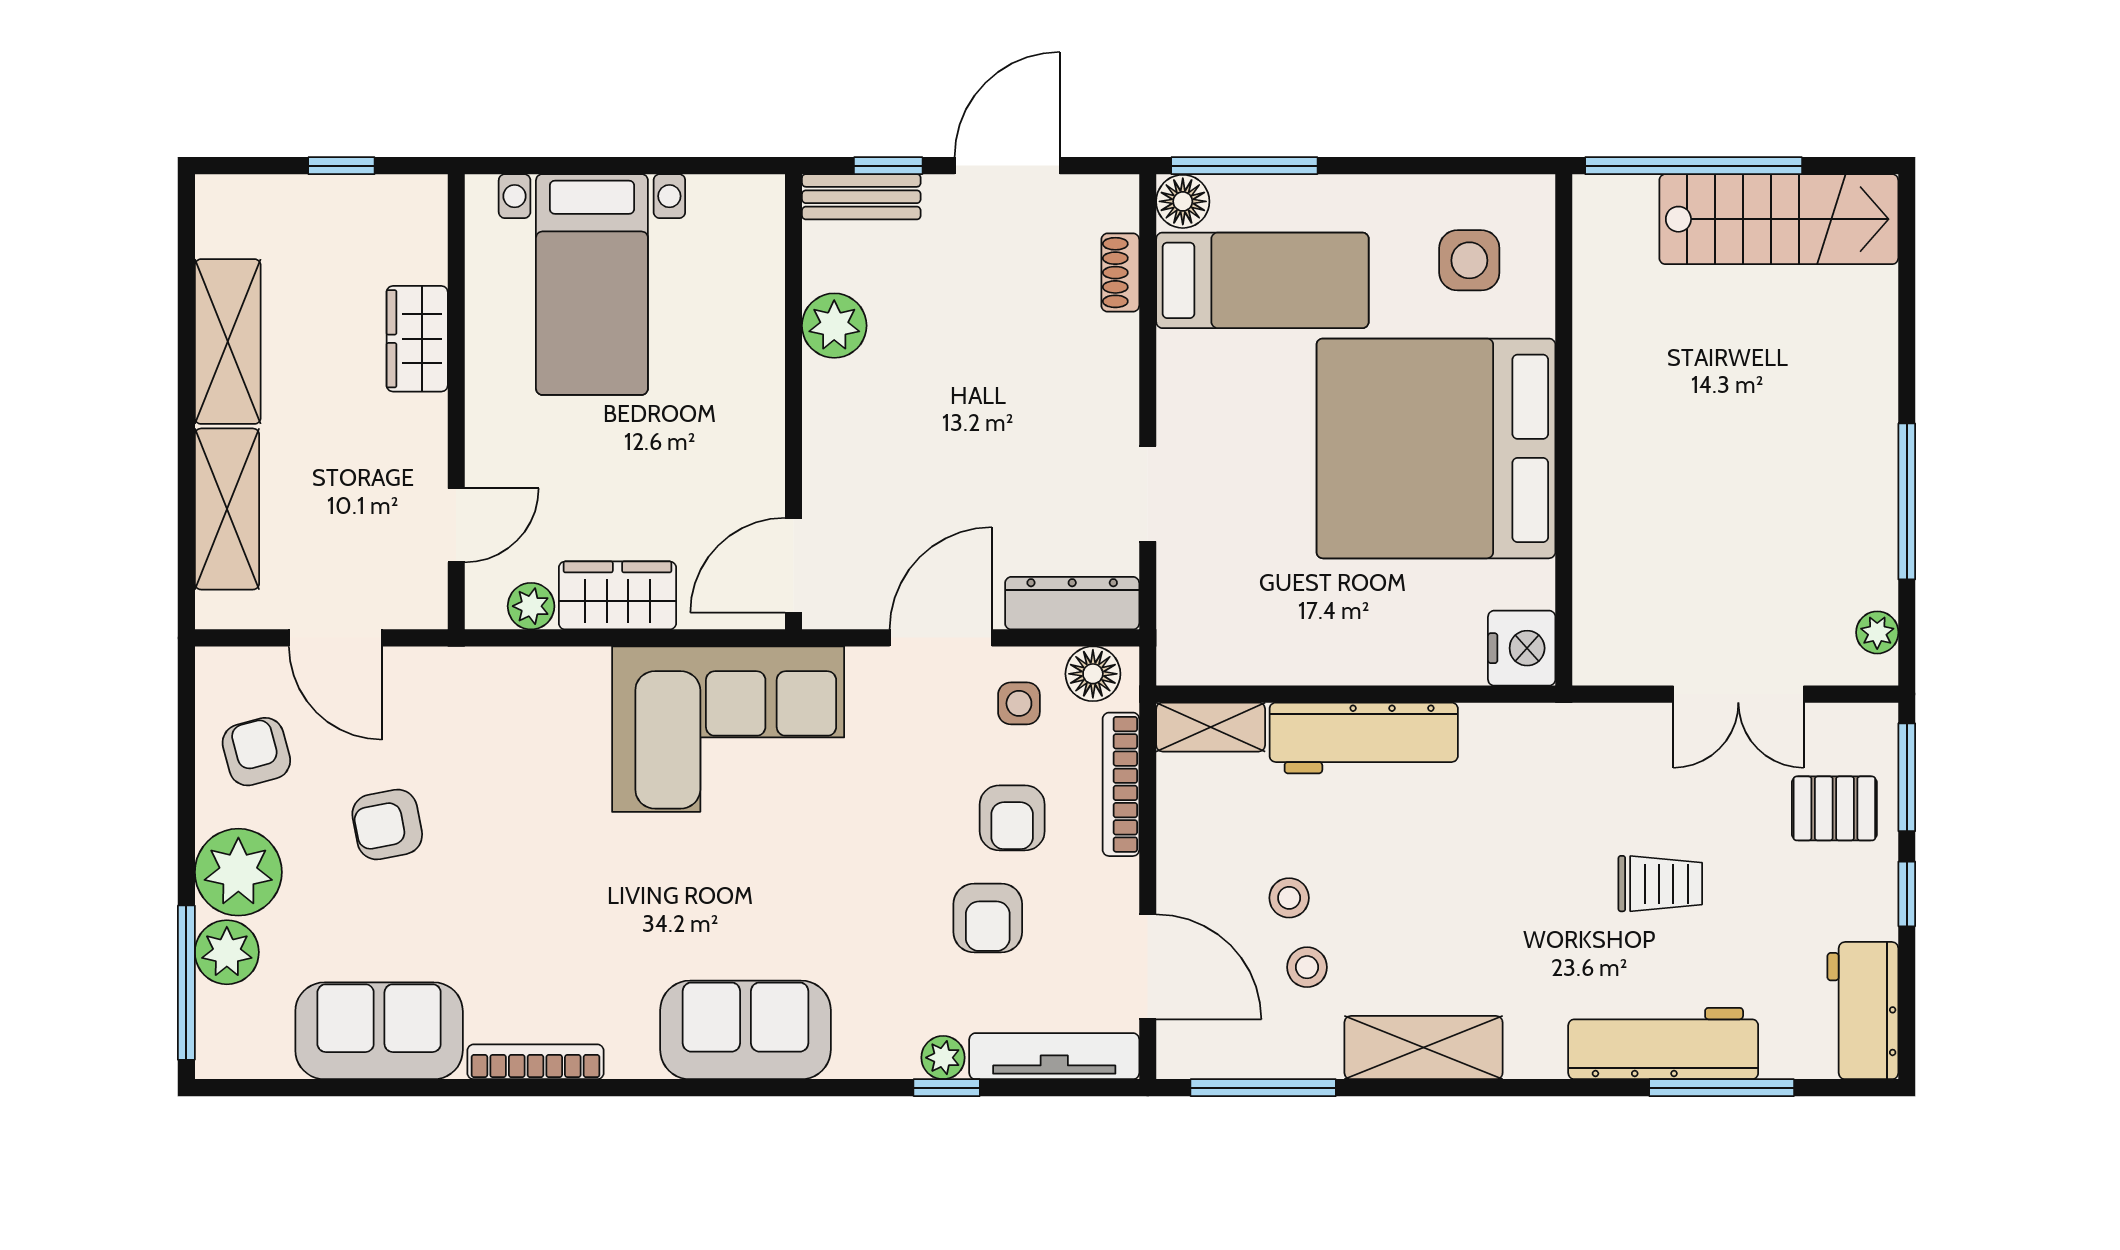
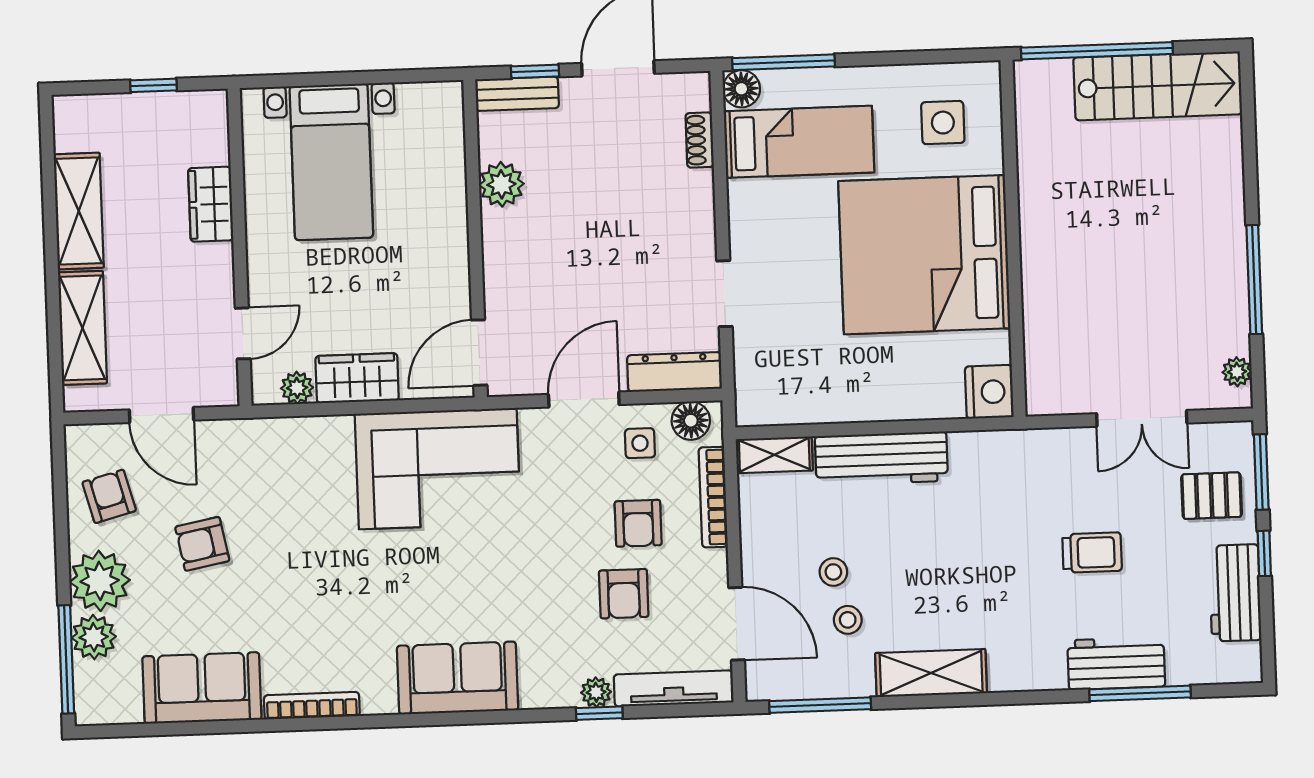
workbench: (1863, 1011) -> (1235, 593), moved
workbench: (1663, 1044) -> (1116, 663), width x0.73

